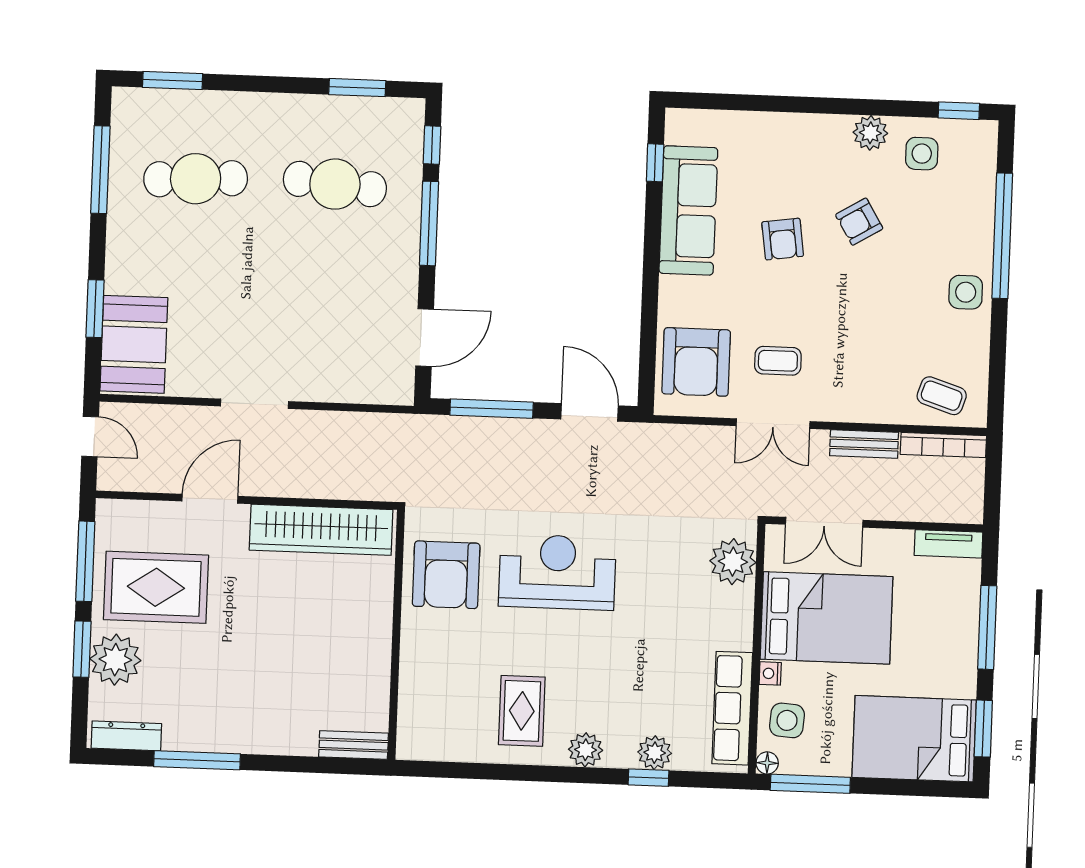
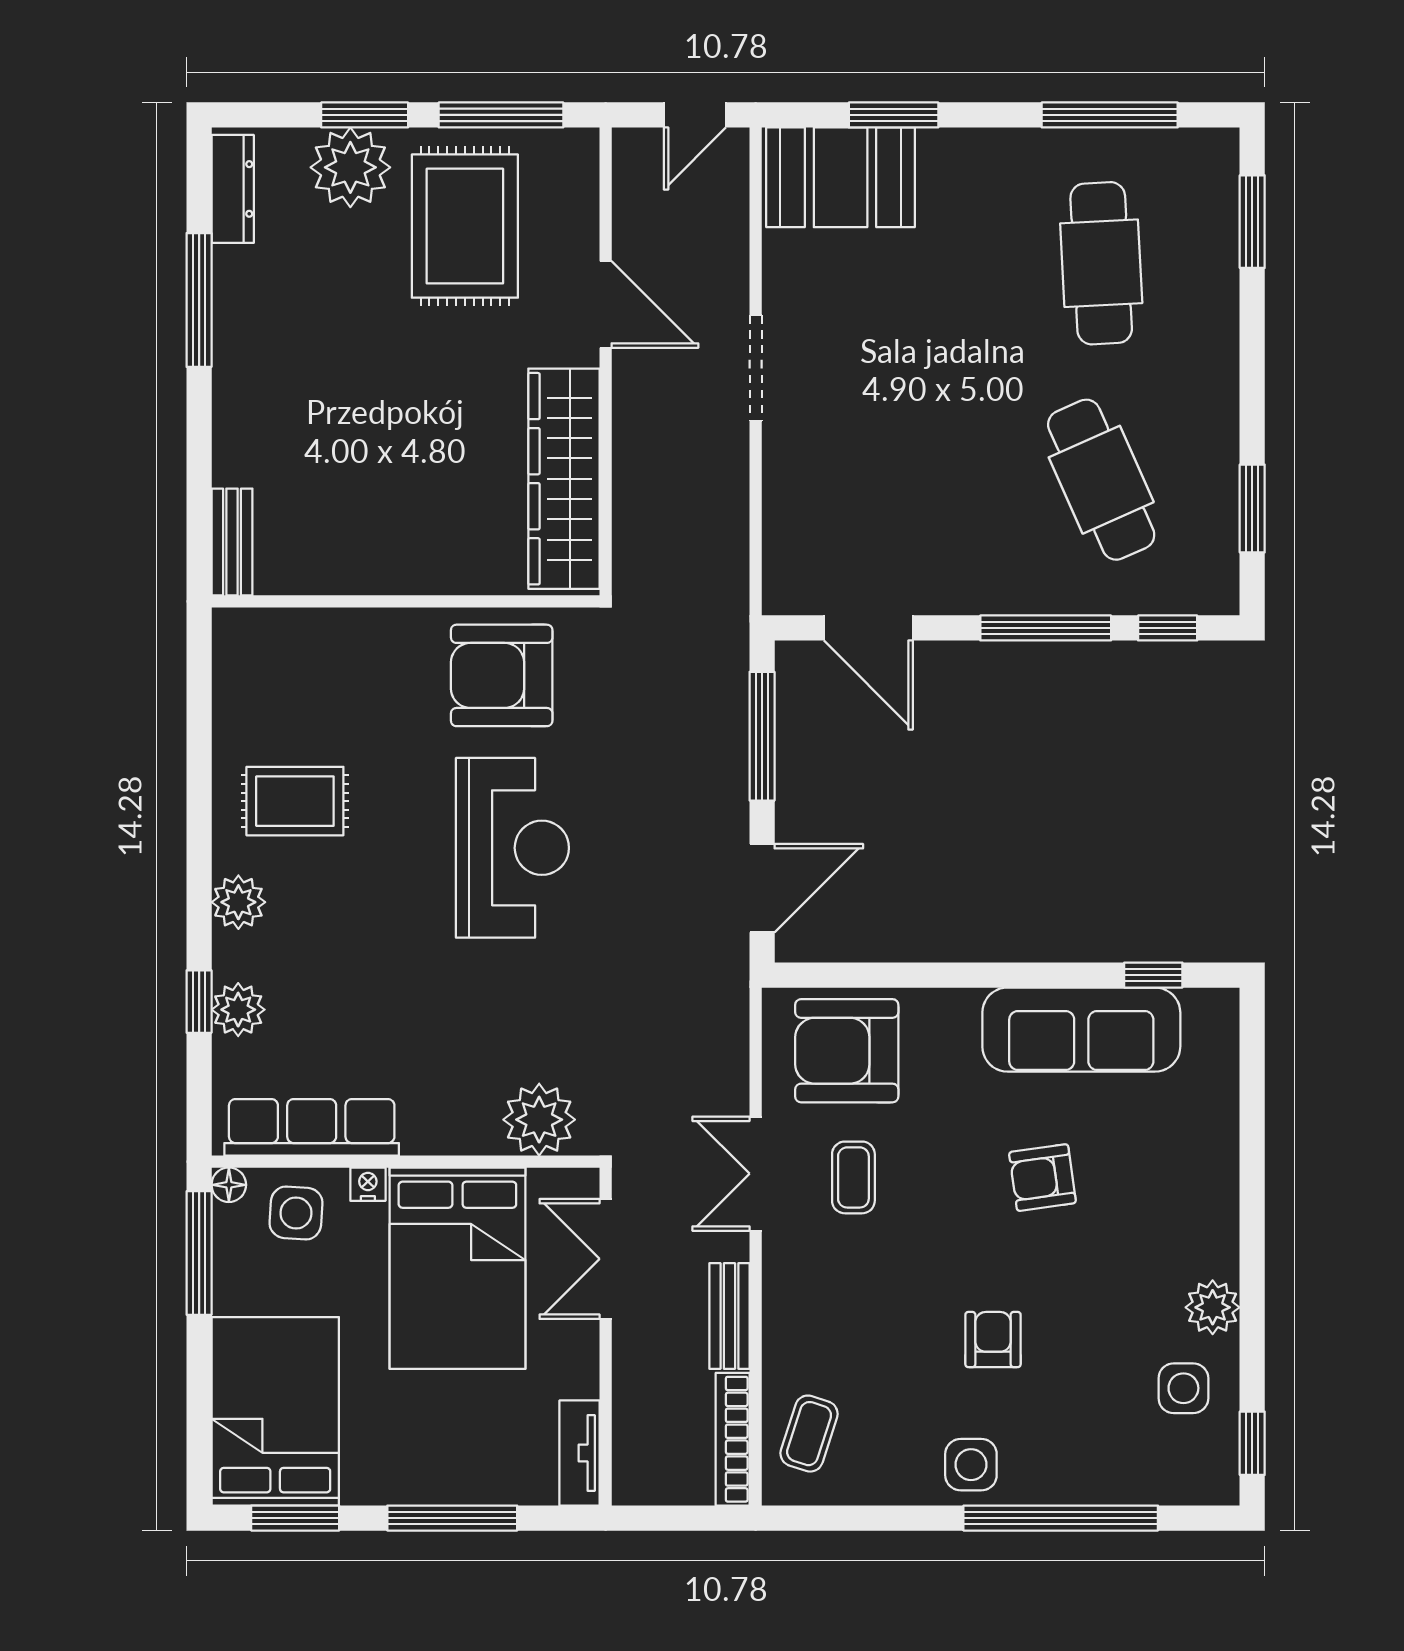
cafe table: (335, 184) -> (1101, 480), turned -30
armchair: (859, 222) -> (993, 1340), moved, turned 31

